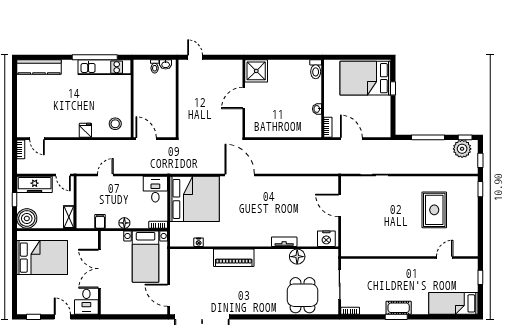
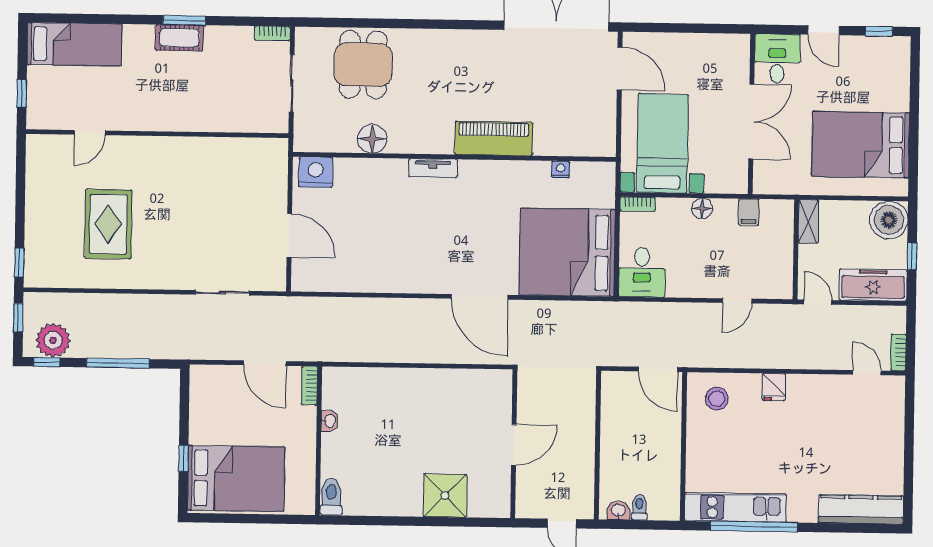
door: (244, 98) -> (514, 445), moved
wall: (244, 99) -> (514, 444), moved
tv unit: (284, 242) -> (433, 168), moved

